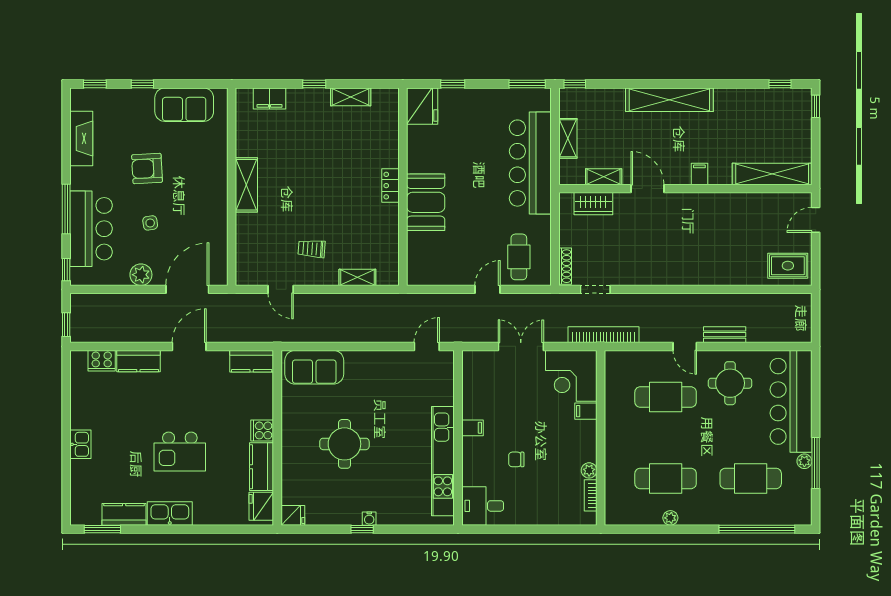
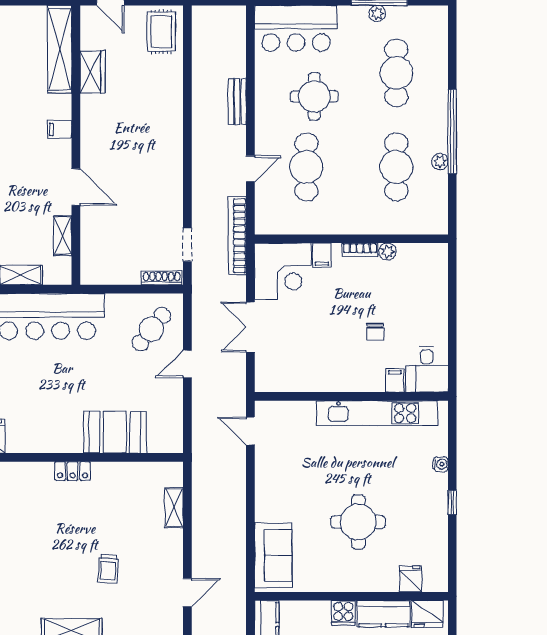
door: (647, 189) -> (76, 187), swing flipped
booth: (426, 202) -> (115, 432), moved
wardrobe: (593, 204) -> (92, 72), moved
trolley: (312, 249) -> (108, 569), moved
cafe table: (519, 257) -> (151, 329), turned -51
door: (487, 289) -> (187, 364), hinge flipped
door: (685, 346) -> (250, 169), moved
round table: (730, 383) -> (314, 96), moved
bar counter: (791, 401) -> (296, 28), width x0.73
filing cabinet: (472, 428) -> (395, 380), moved
bookcase: (591, 495) -> (360, 250), moved
fridge: (293, 515) -> (410, 579), moved
water cooler: (369, 519) -> (441, 464), moved
window: (757, 529) -> (452, 132), moved

